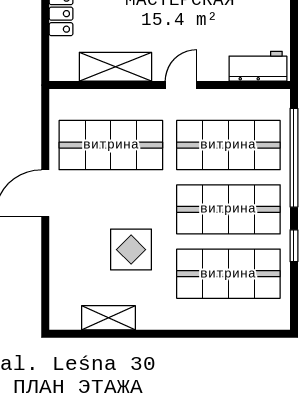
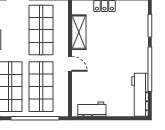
workbench: (258, 66) -> (92, 109), moved, turned -90

